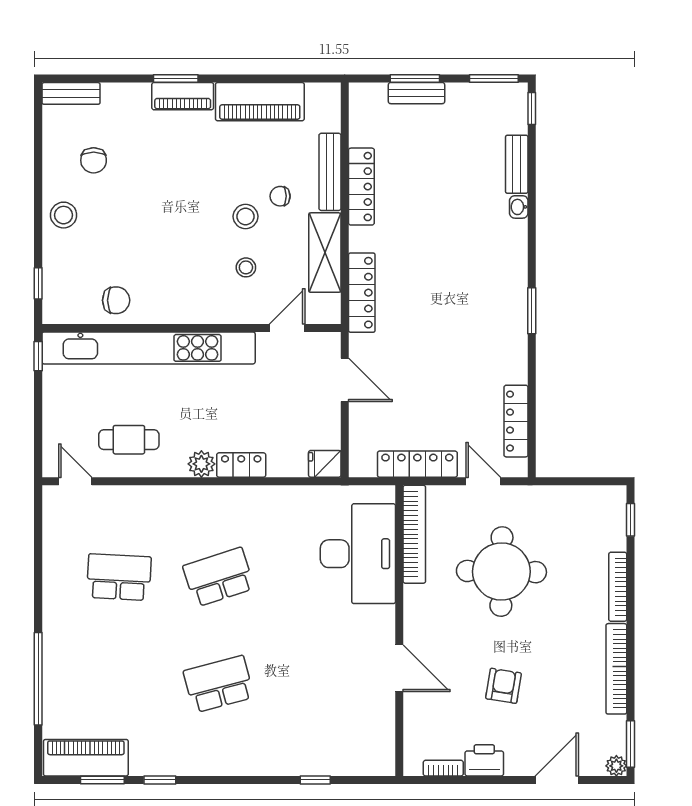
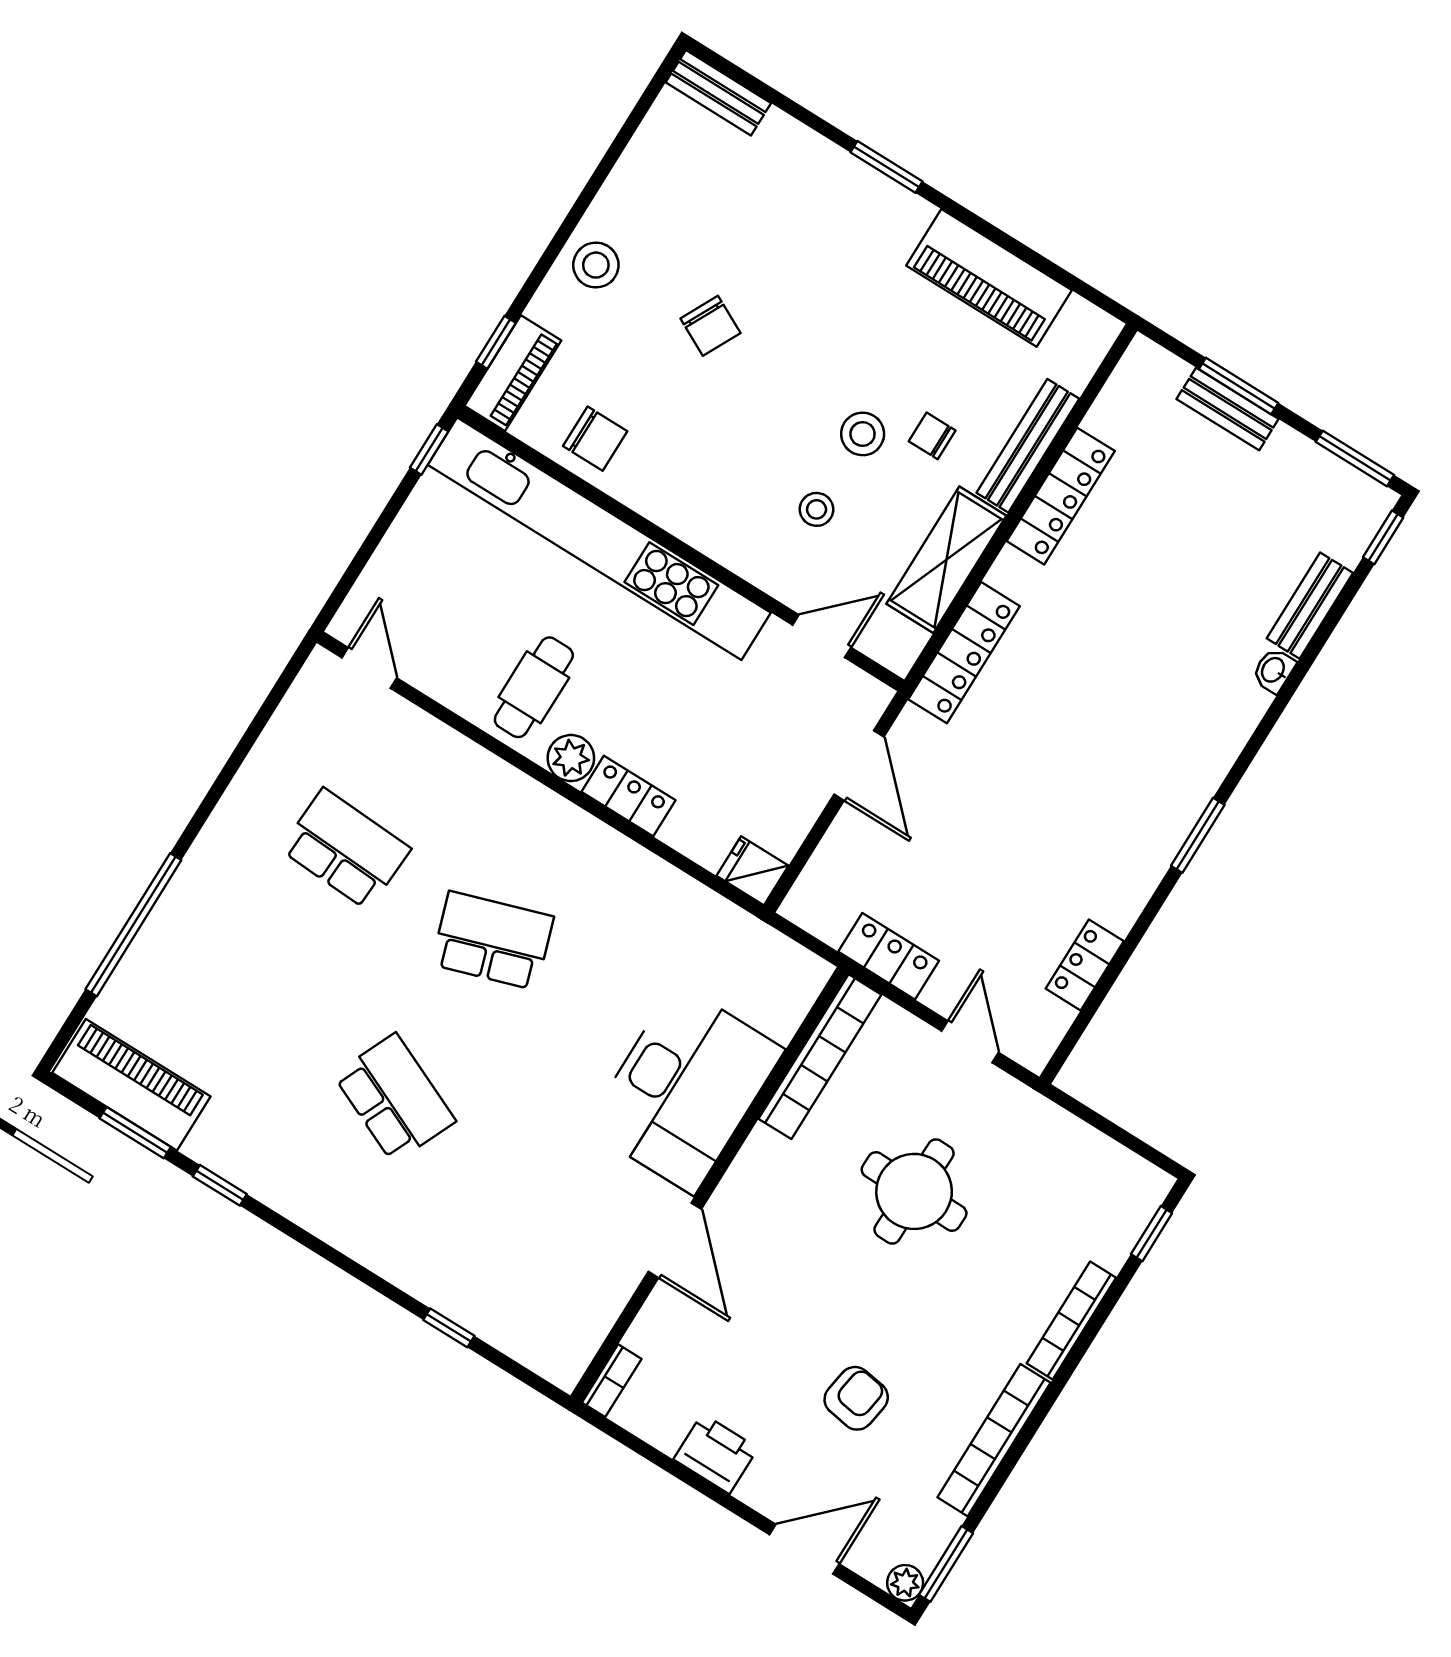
piano: (183, 96) -> (513, 373), moved, turned -90
chair: (94, 160) -> (710, 326), moved, turned -63
locker: (516, 421) -> (1085, 965), width x0.66
cafe table: (129, 440) -> (534, 687), moved, turned 90
locker: (417, 464) -> (889, 956), width x0.66
desk: (358, 554) -> (685, 1089), moved
round table: (501, 572) -> (914, 1191), width x0.73, depth x0.73
school desk: (219, 684) -> (394, 1098), turned 39
armchair: (503, 686) -> (856, 1398), moved
bookcase: (443, 768) -> (612, 1381), moved, turned 90

